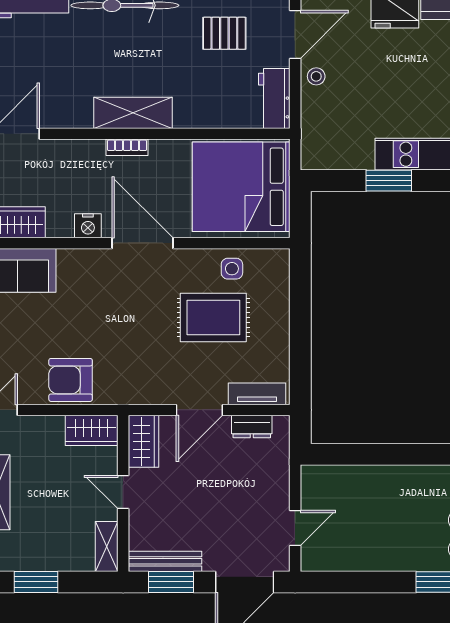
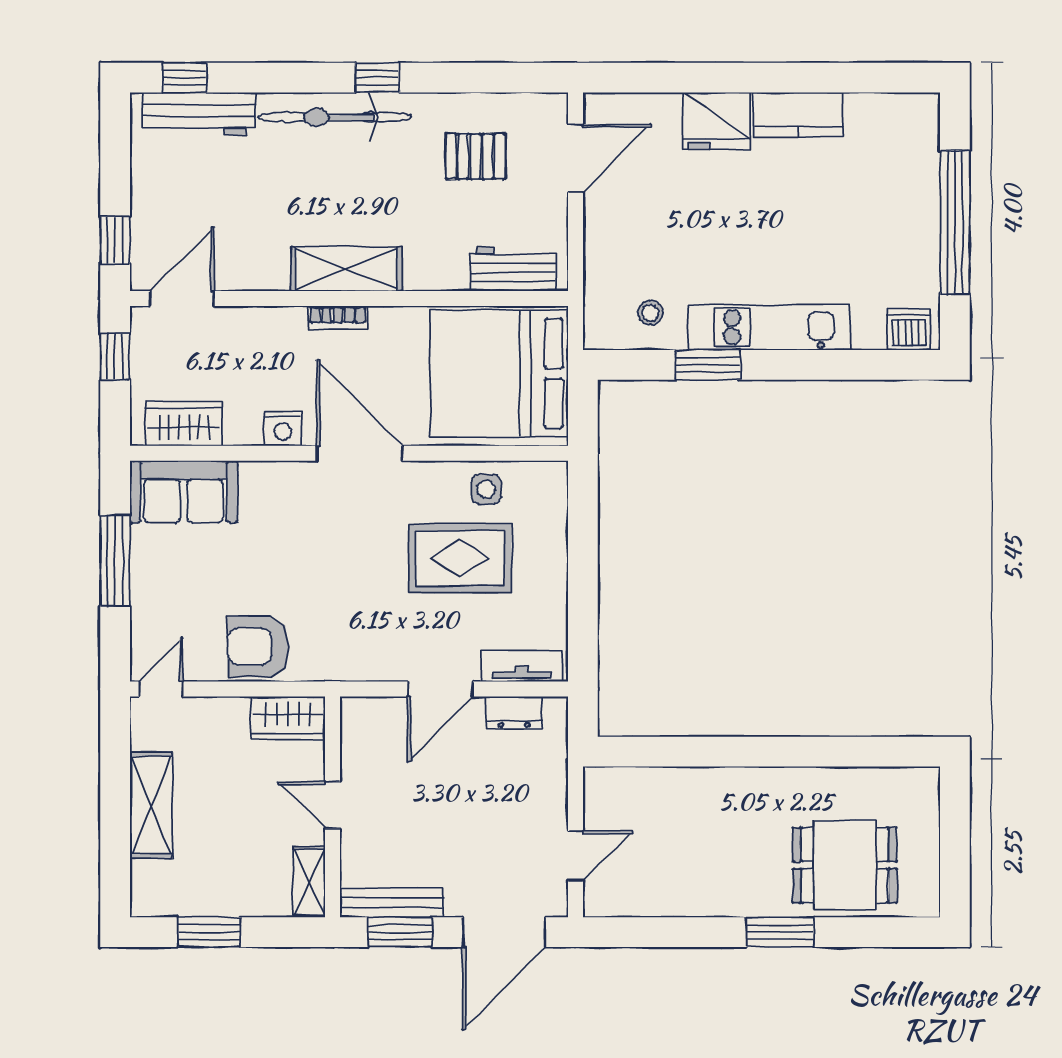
stool: (316, 76) -> (650, 313), moved
workbench: (274, 98) -> (513, 269), moved, turned 90
wardrobe: (143, 441) -> (361, 733), removed

